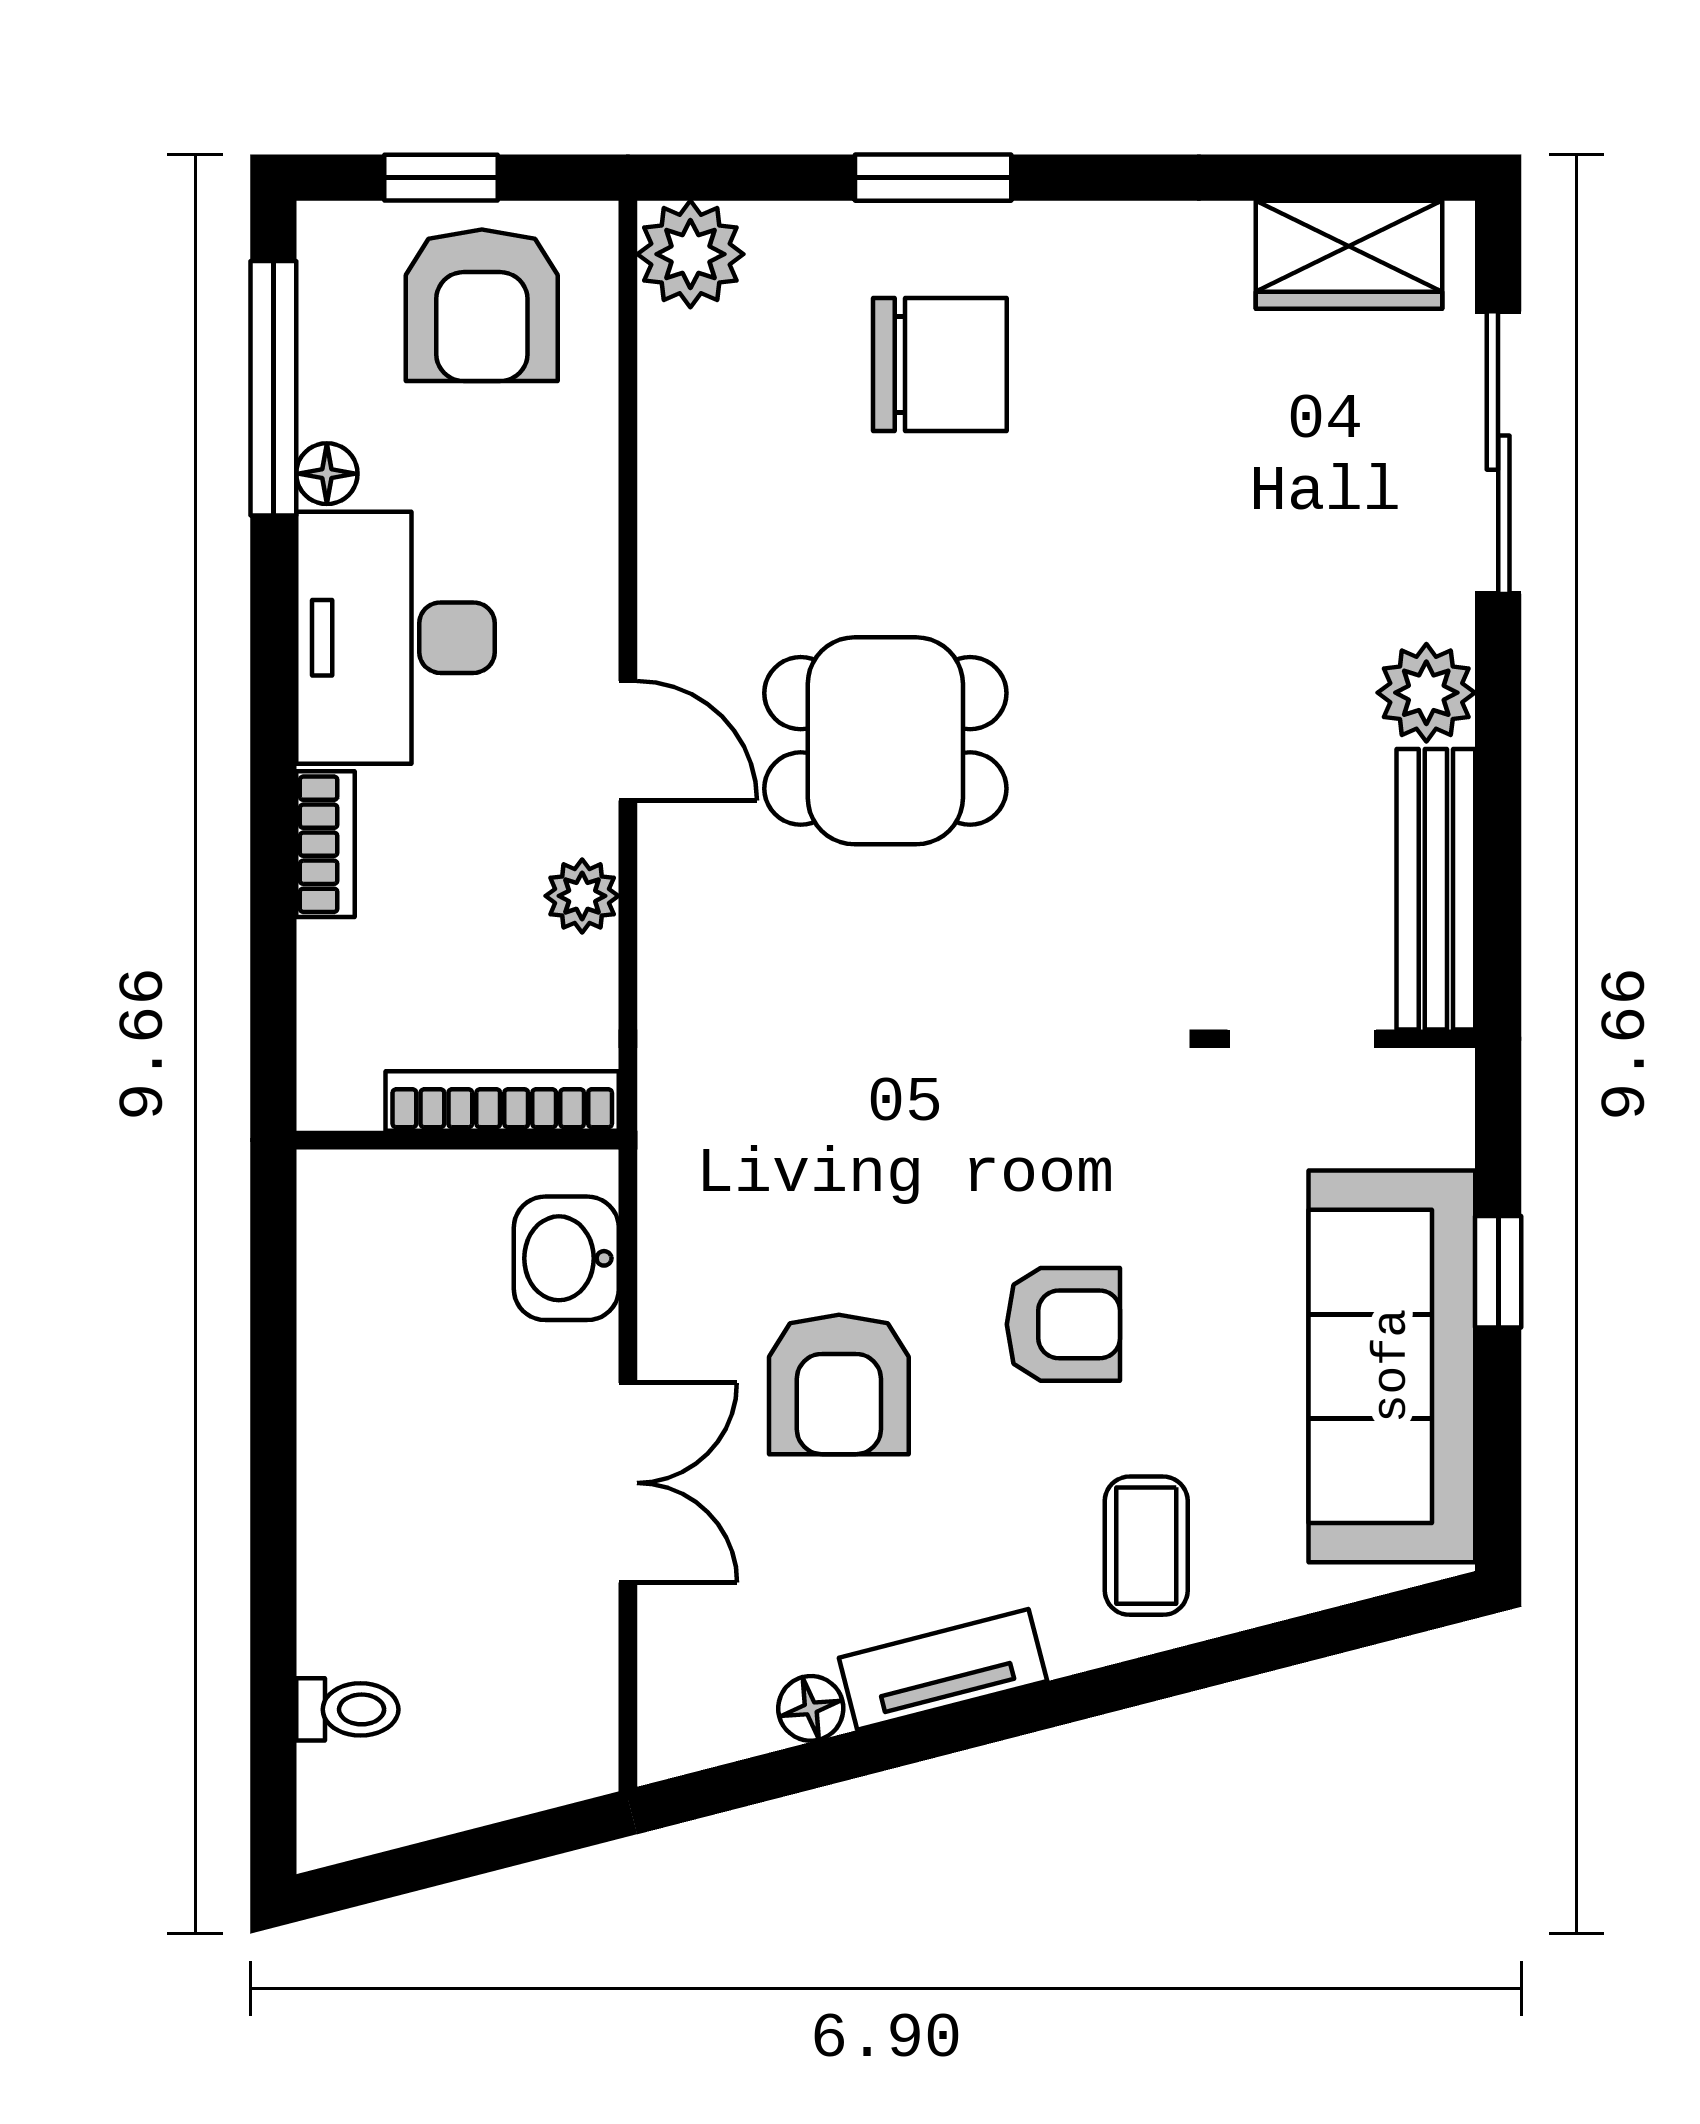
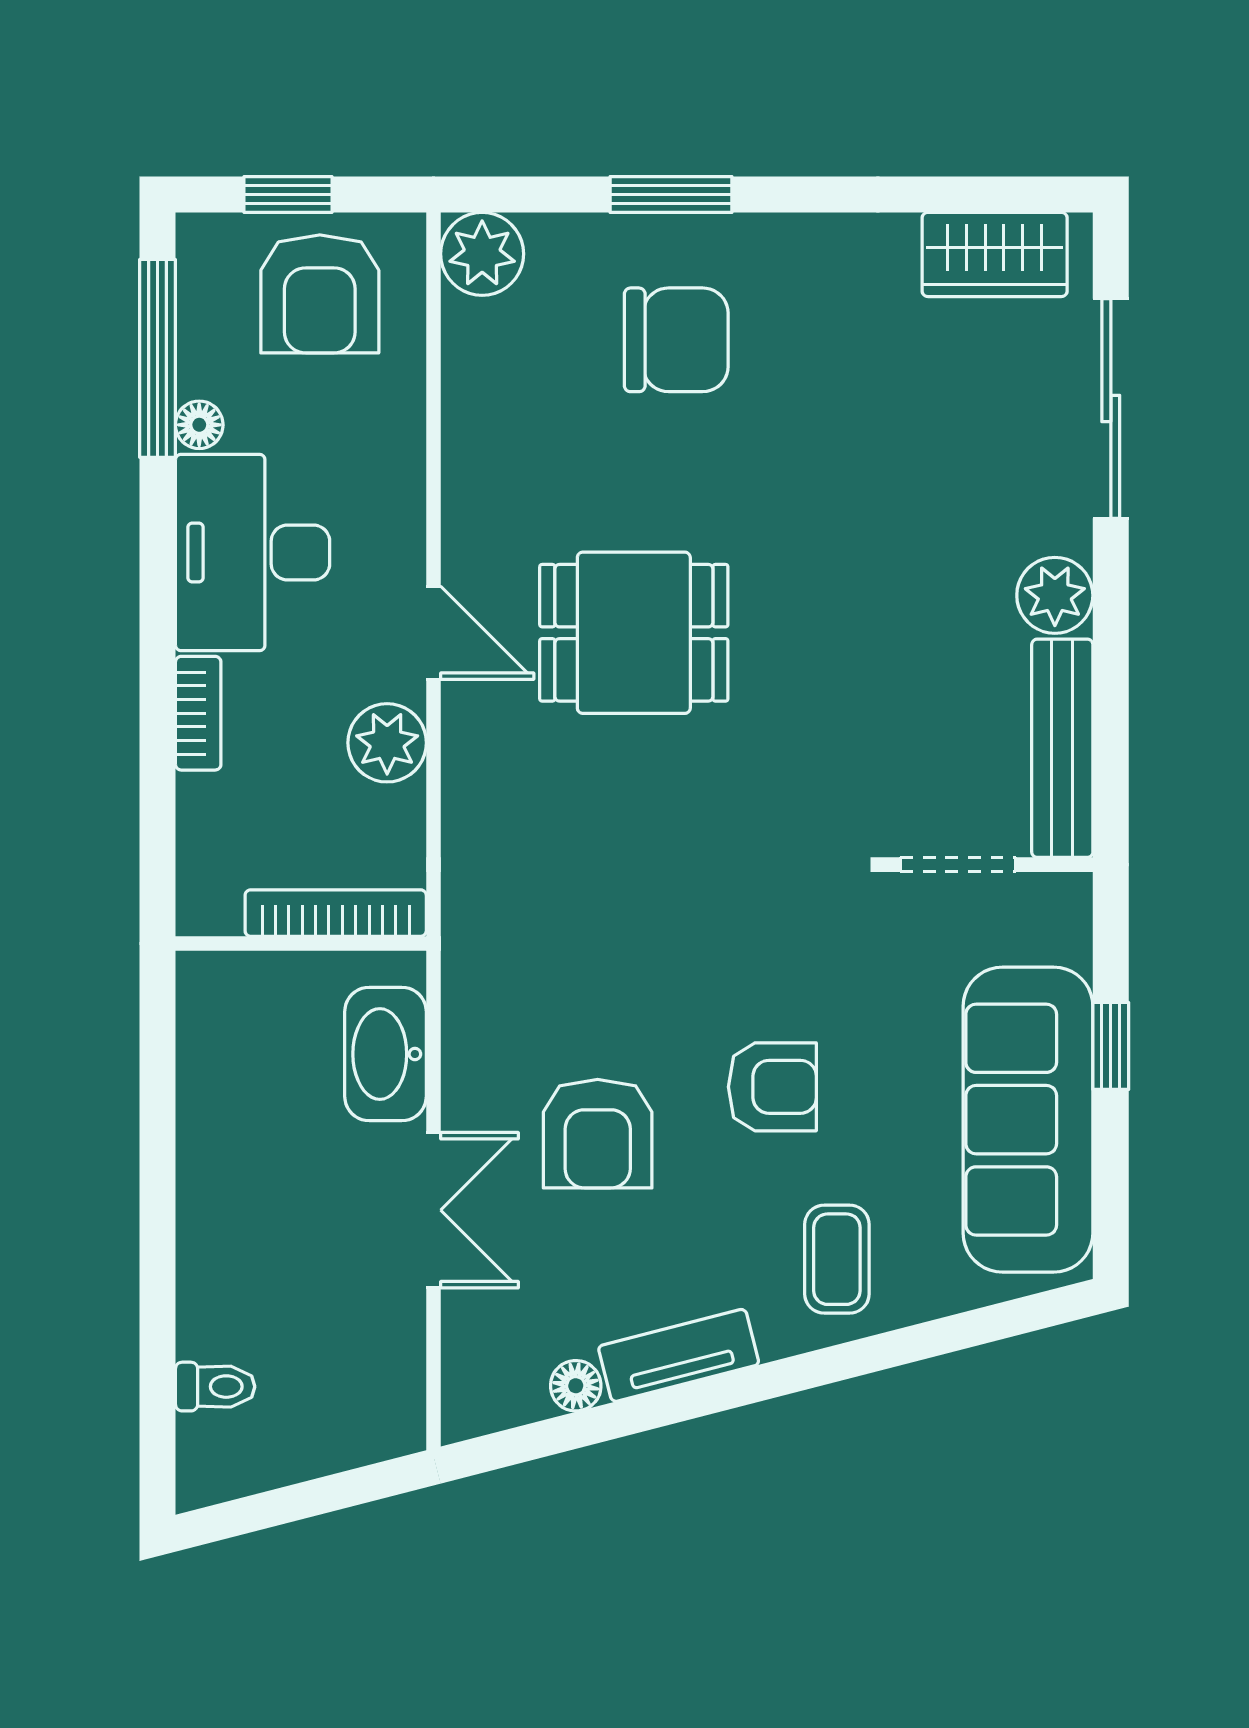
plant: (582, 896) -> (387, 743), width x1.38, depth x1.38
washbasin: (566, 1258) -> (386, 1054), width x1.38

